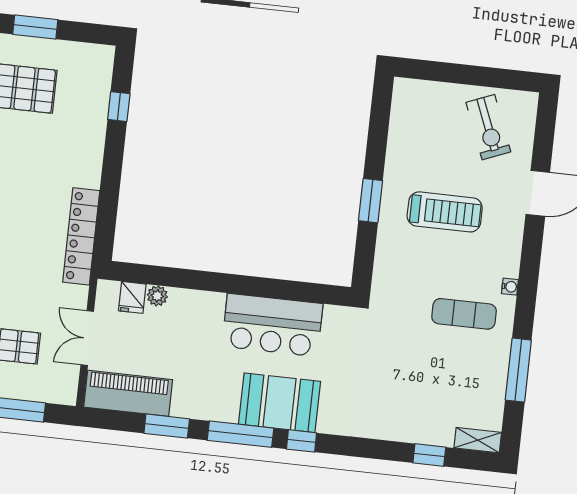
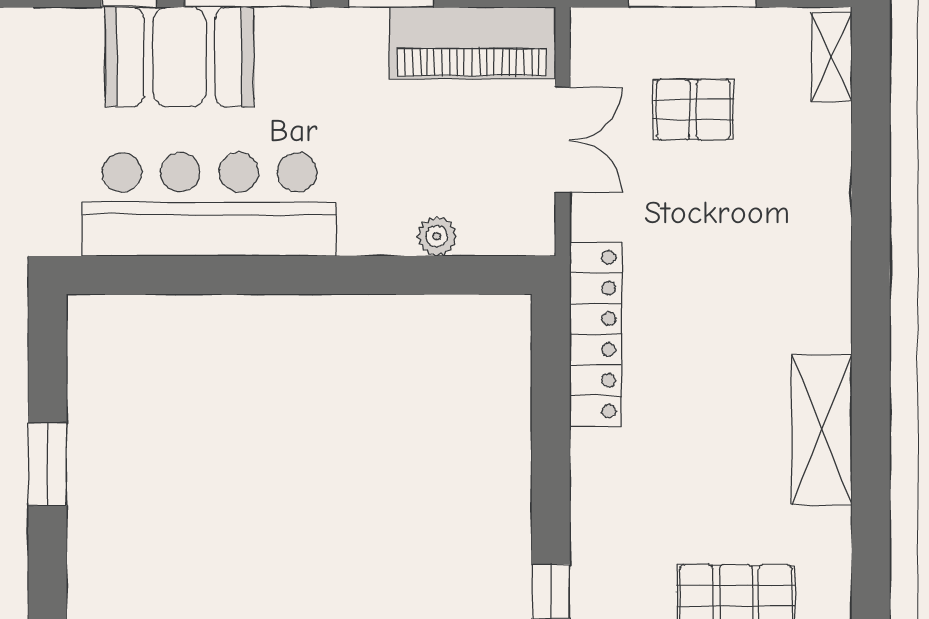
fridge: (132, 297) -> (484, 228), removed
bar counter: (272, 325) -> (209, 204), width x1.36

